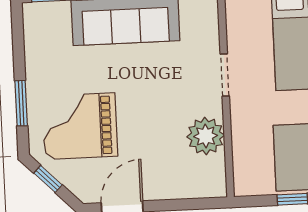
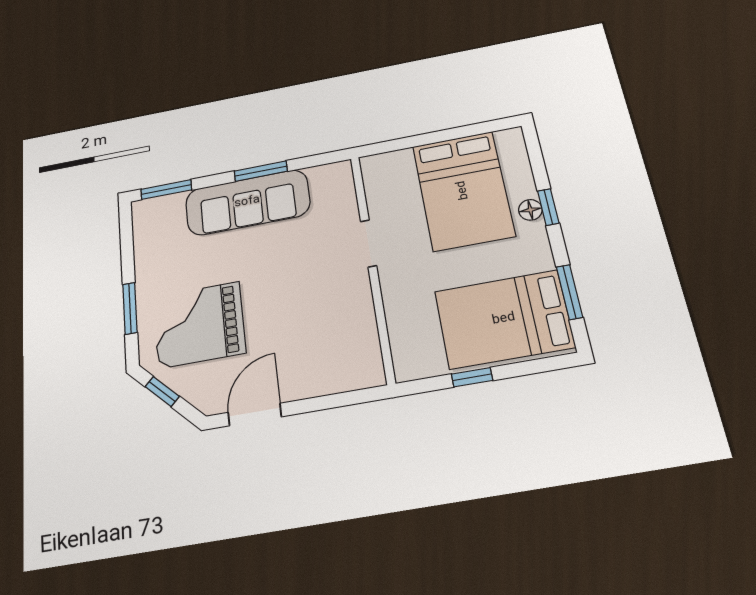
plant: (206, 136) -> (352, 315), removed

